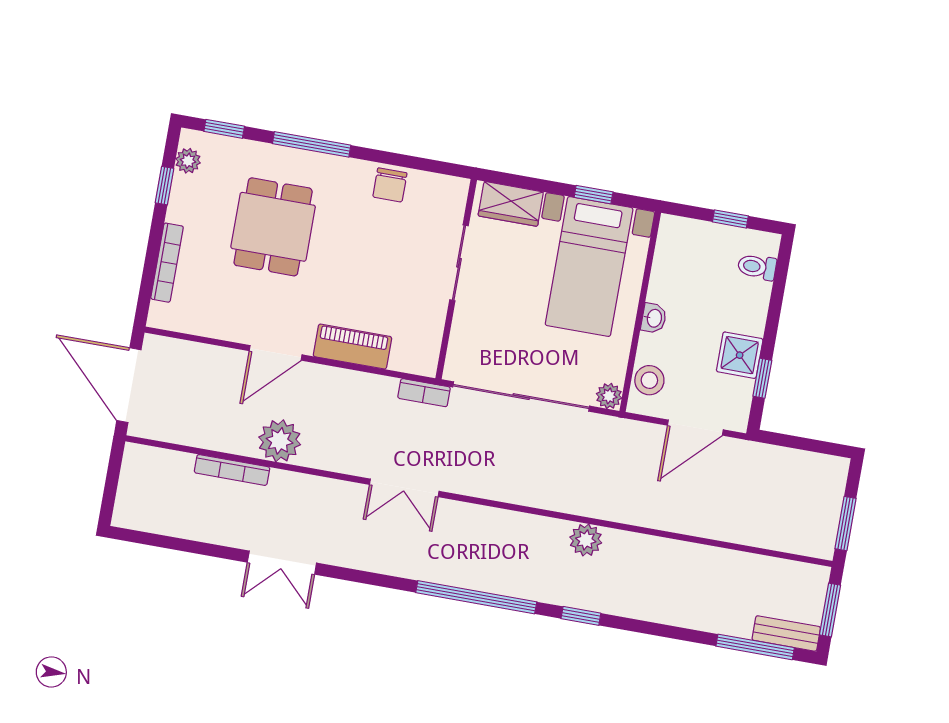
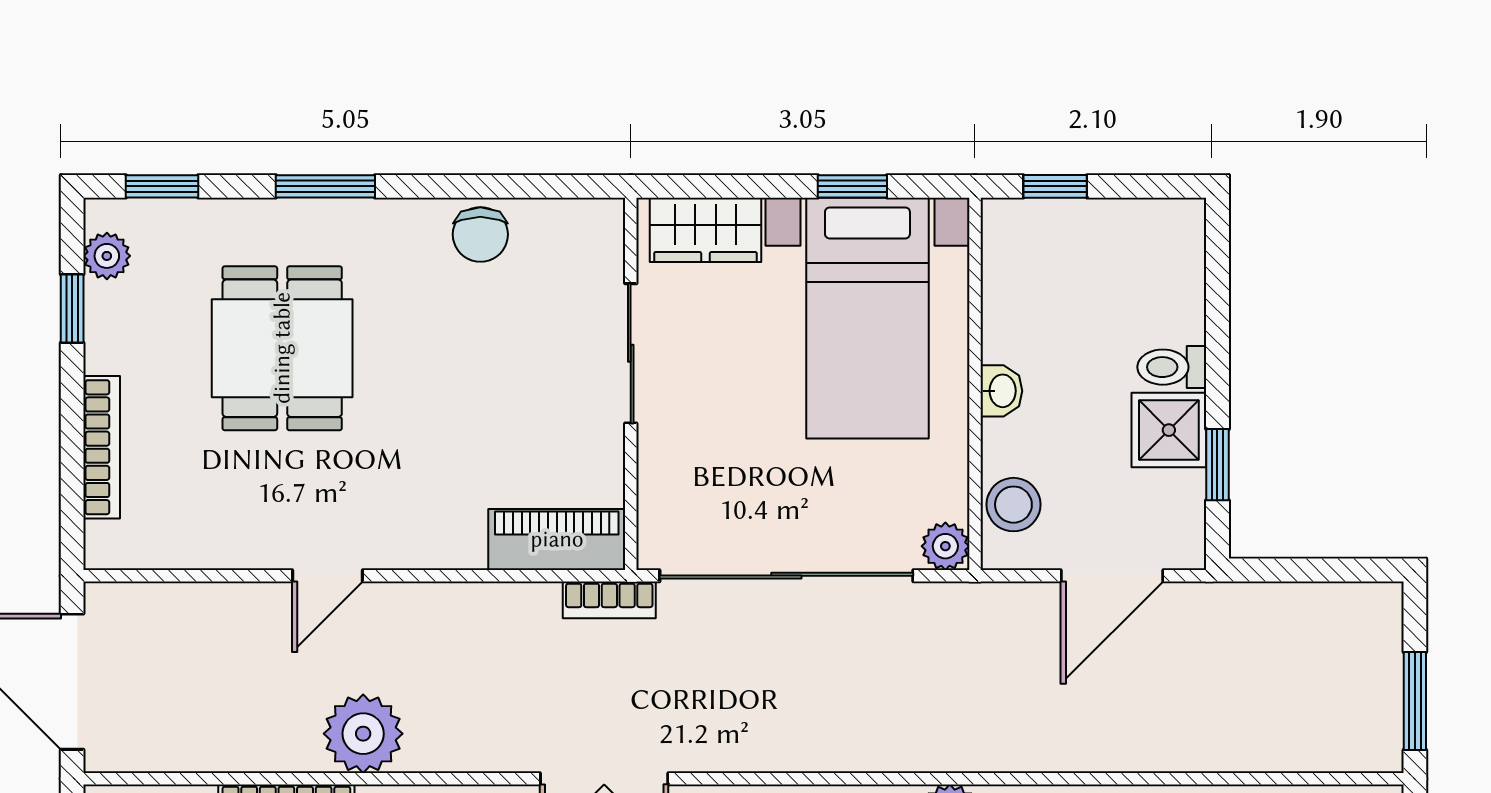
window: (312, 144) -> (325, 186), width x0.69
window: (730, 219) -> (1055, 186), moved
toilet: (757, 267) -> (1172, 367), moved
piano: (352, 347) -> (557, 539), moved
door: (276, 353) -> (328, 576), width x0.73

